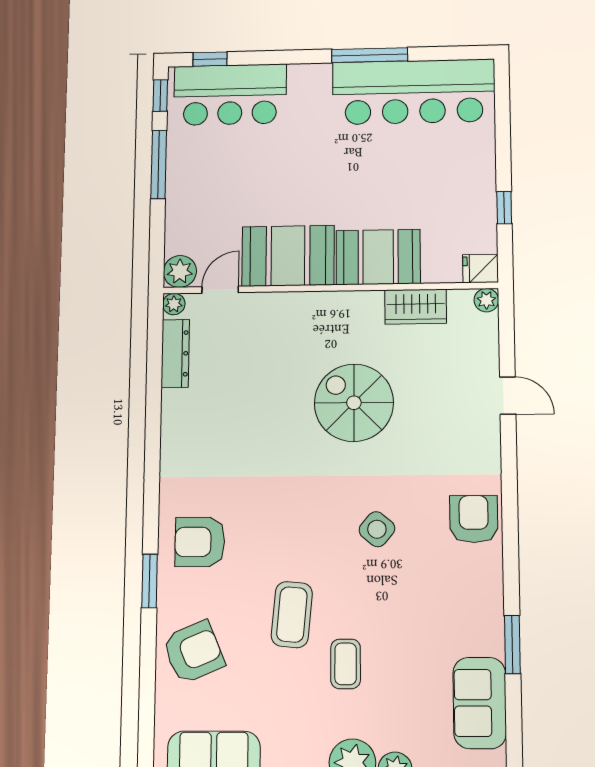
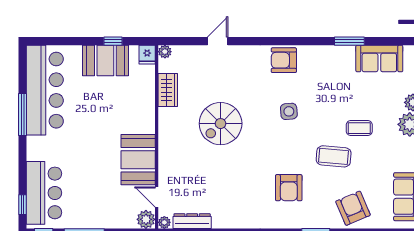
booth: (378, 257) -> (105, 60), moved, turned 90
side table: (377, 529) -> (289, 111), turned 45
armchair: (200, 542) -> (289, 188), moved

